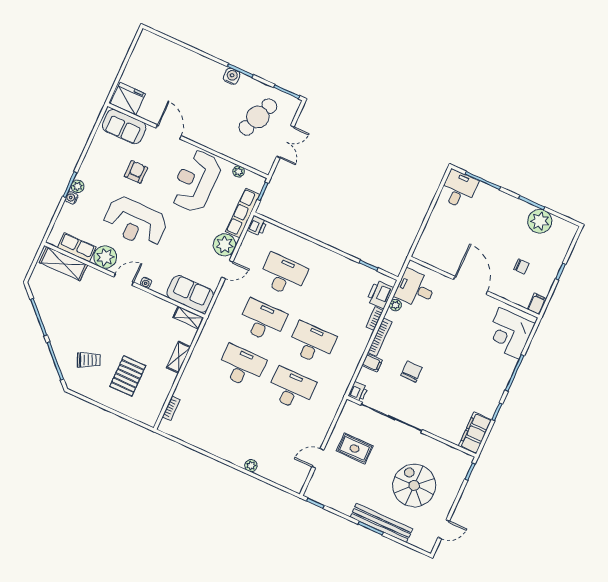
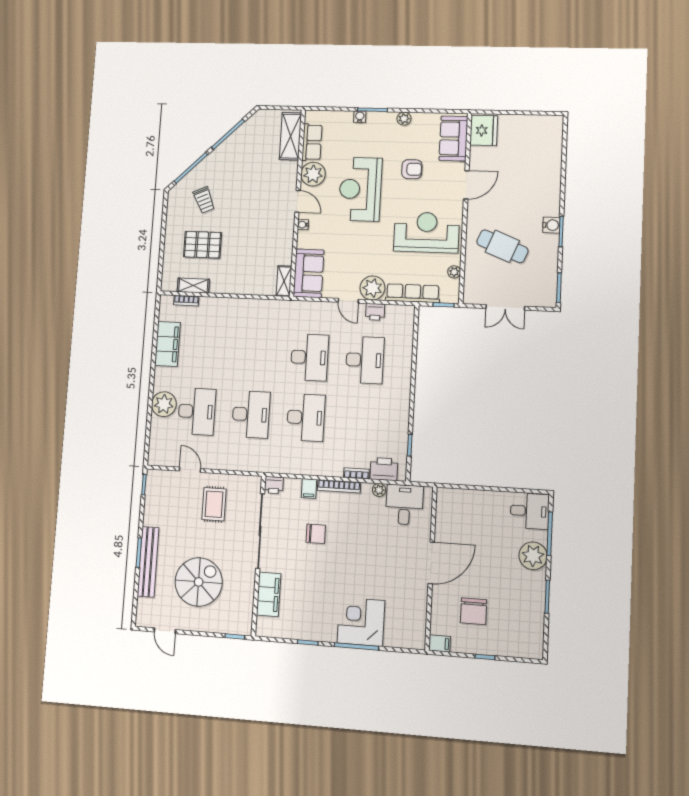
cafe table: (258, 117) -> (502, 246), moved
plant: (78, 186) -> (404, 119), moved
plant: (540, 221) -> (533, 556), moved
printer: (257, 226) -> (375, 312), moved
chair: (521, 266) -> (474, 611), width x1.87, depth x1.87
corner desk: (509, 333) -> (361, 622), moved
shelving: (179, 357) -> (193, 286), moved
desk: (242, 366) -> (197, 411), moved
filing cabinet: (475, 433) -> (269, 594), moved, turned 90
filing cabinet: (202, 439) -> (167, 344), added
plant: (251, 466) -> (164, 404), width x1.87, depth x1.87

